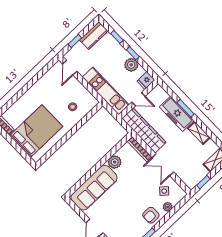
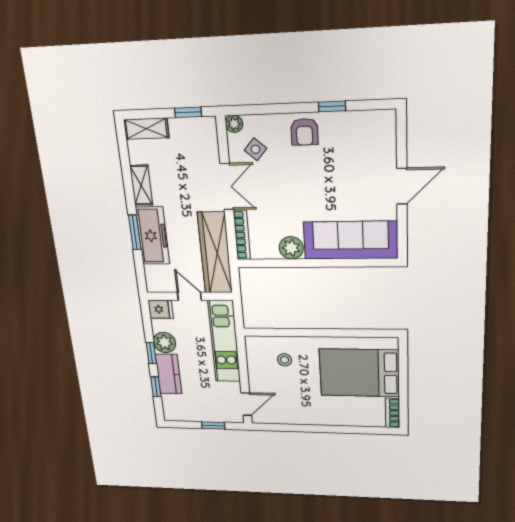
kitchen counter: (94, 35) -> (169, 374), moved, turned 90
plant: (168, 207) -> (234, 124), moved
armchair: (151, 215) -> (304, 132), turned 90

